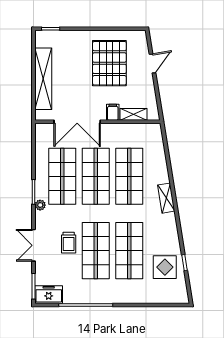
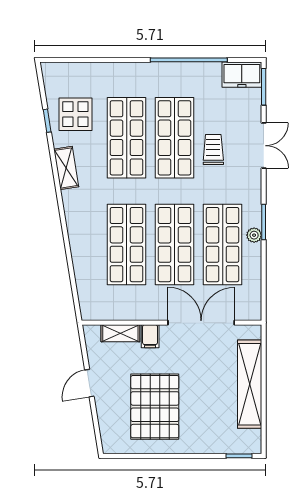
door: (152, 64) -> (89, 383), moved
shelving: (166, 198) -> (66, 168), moved
plant: (40, 205) -> (254, 235), moved

